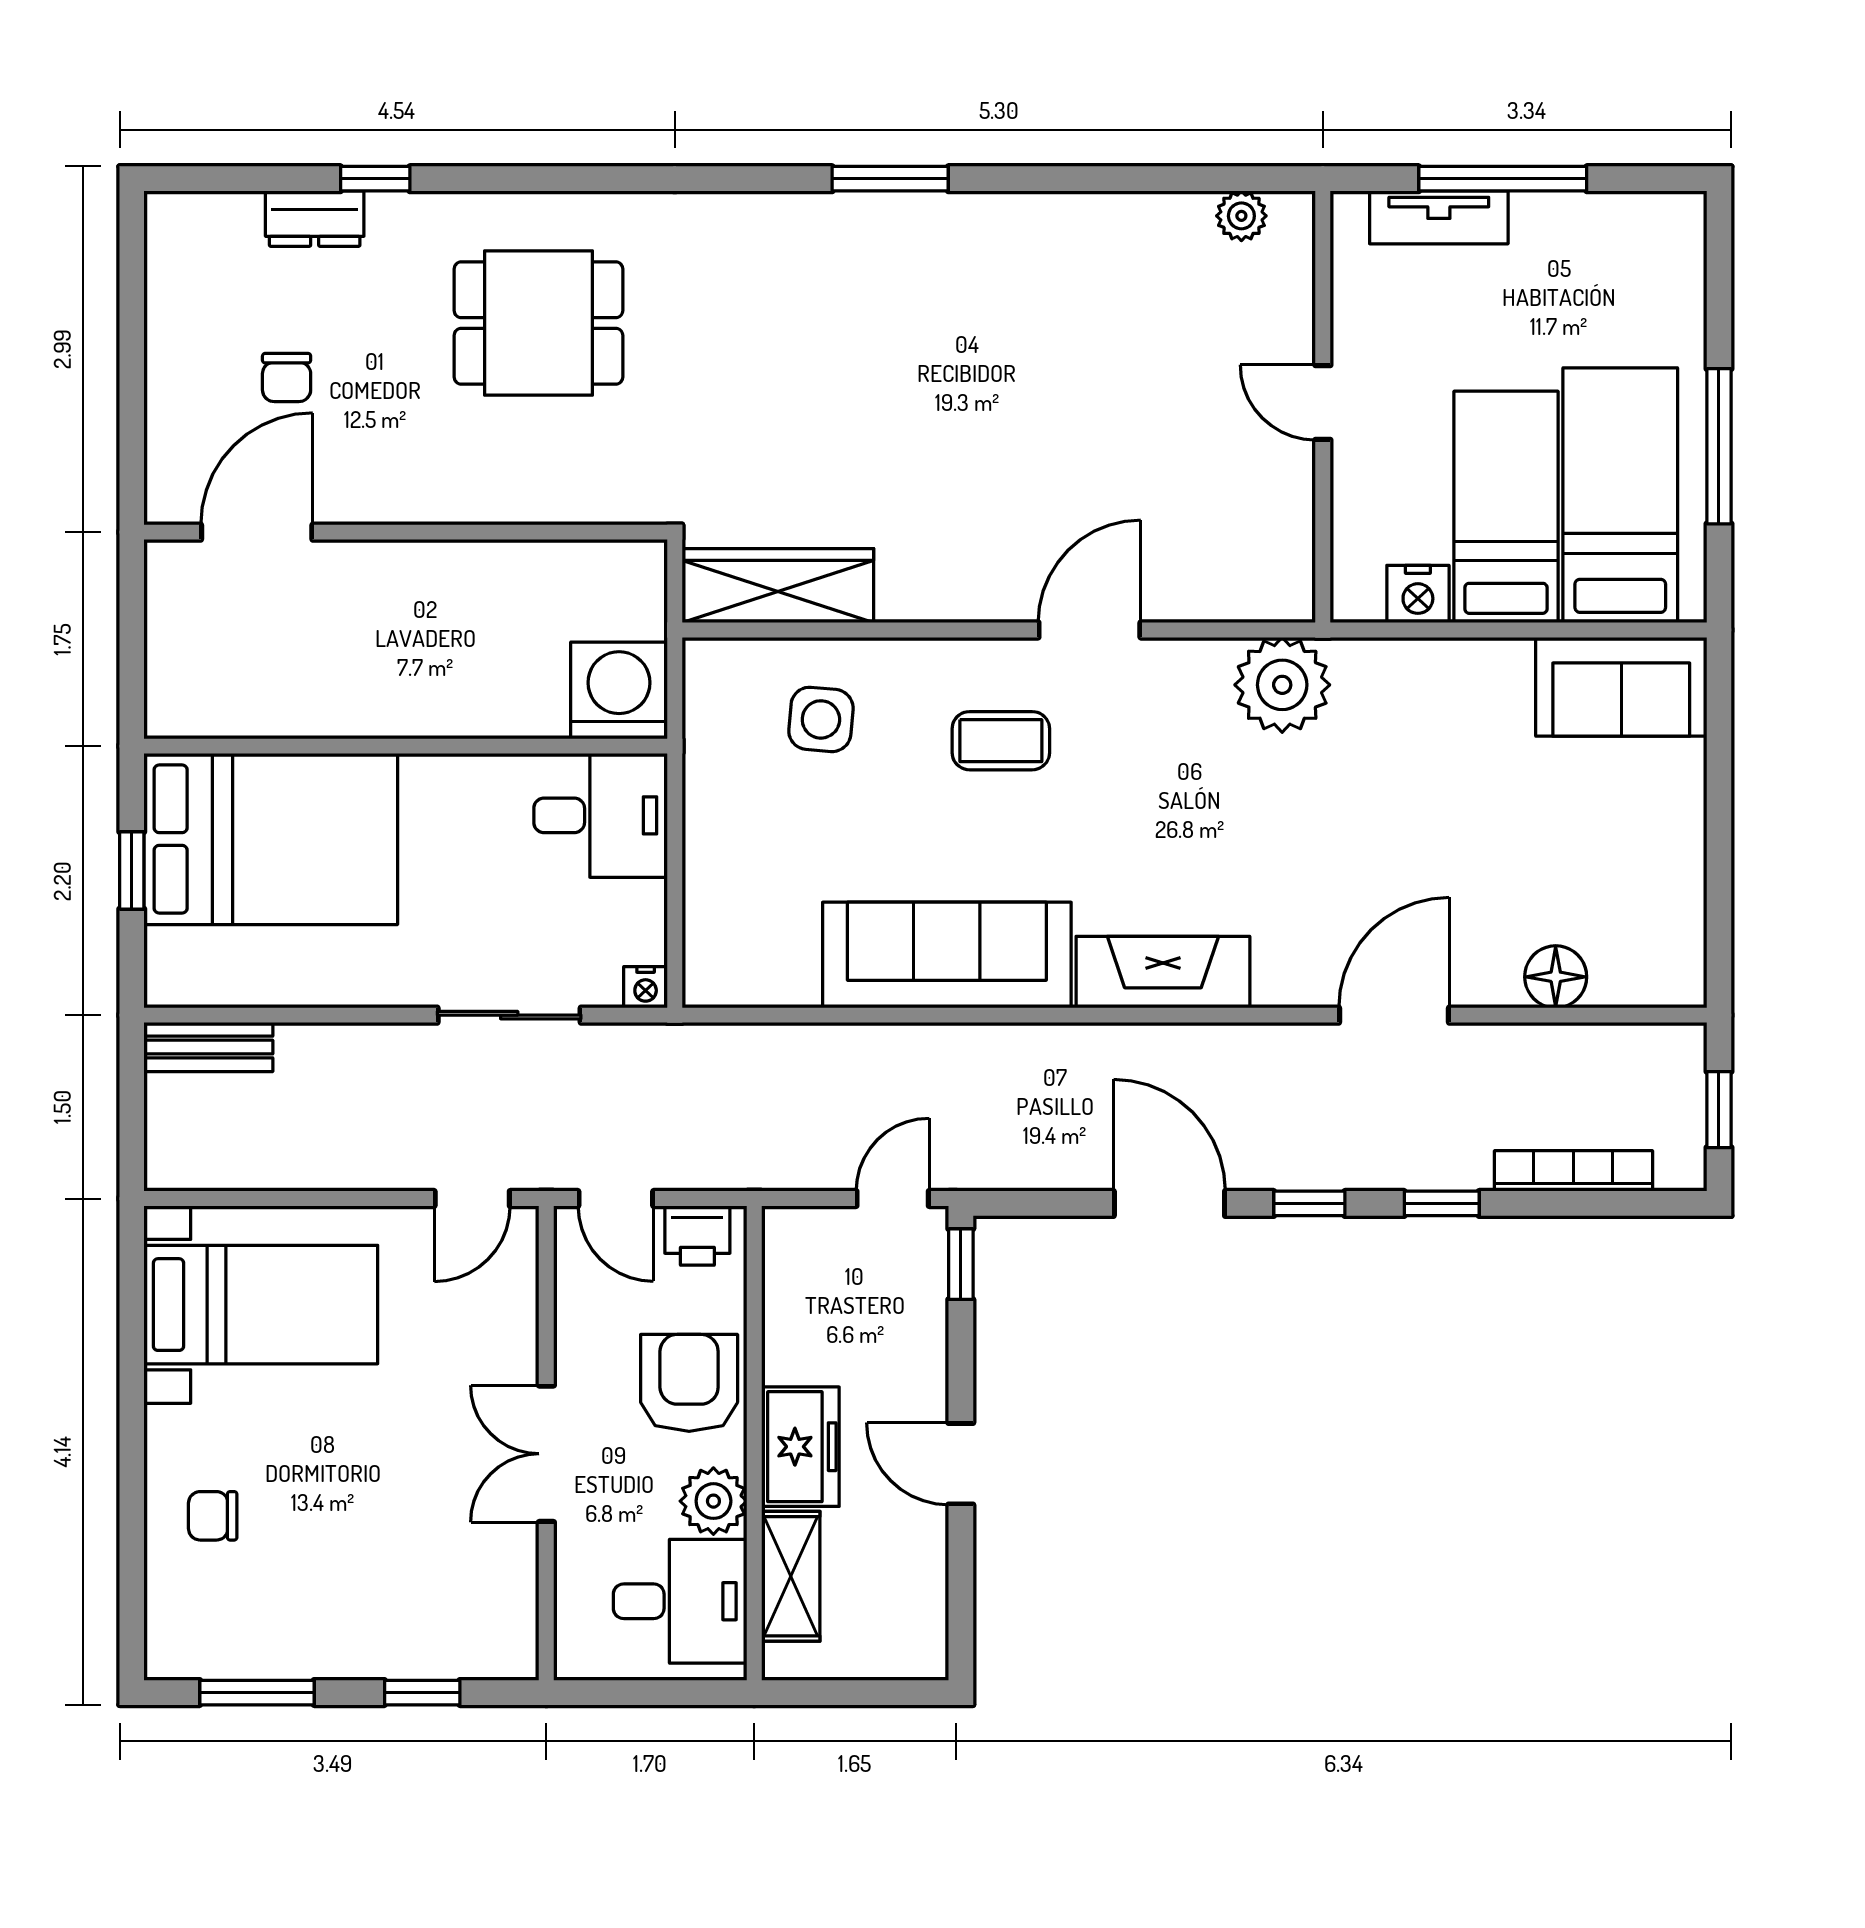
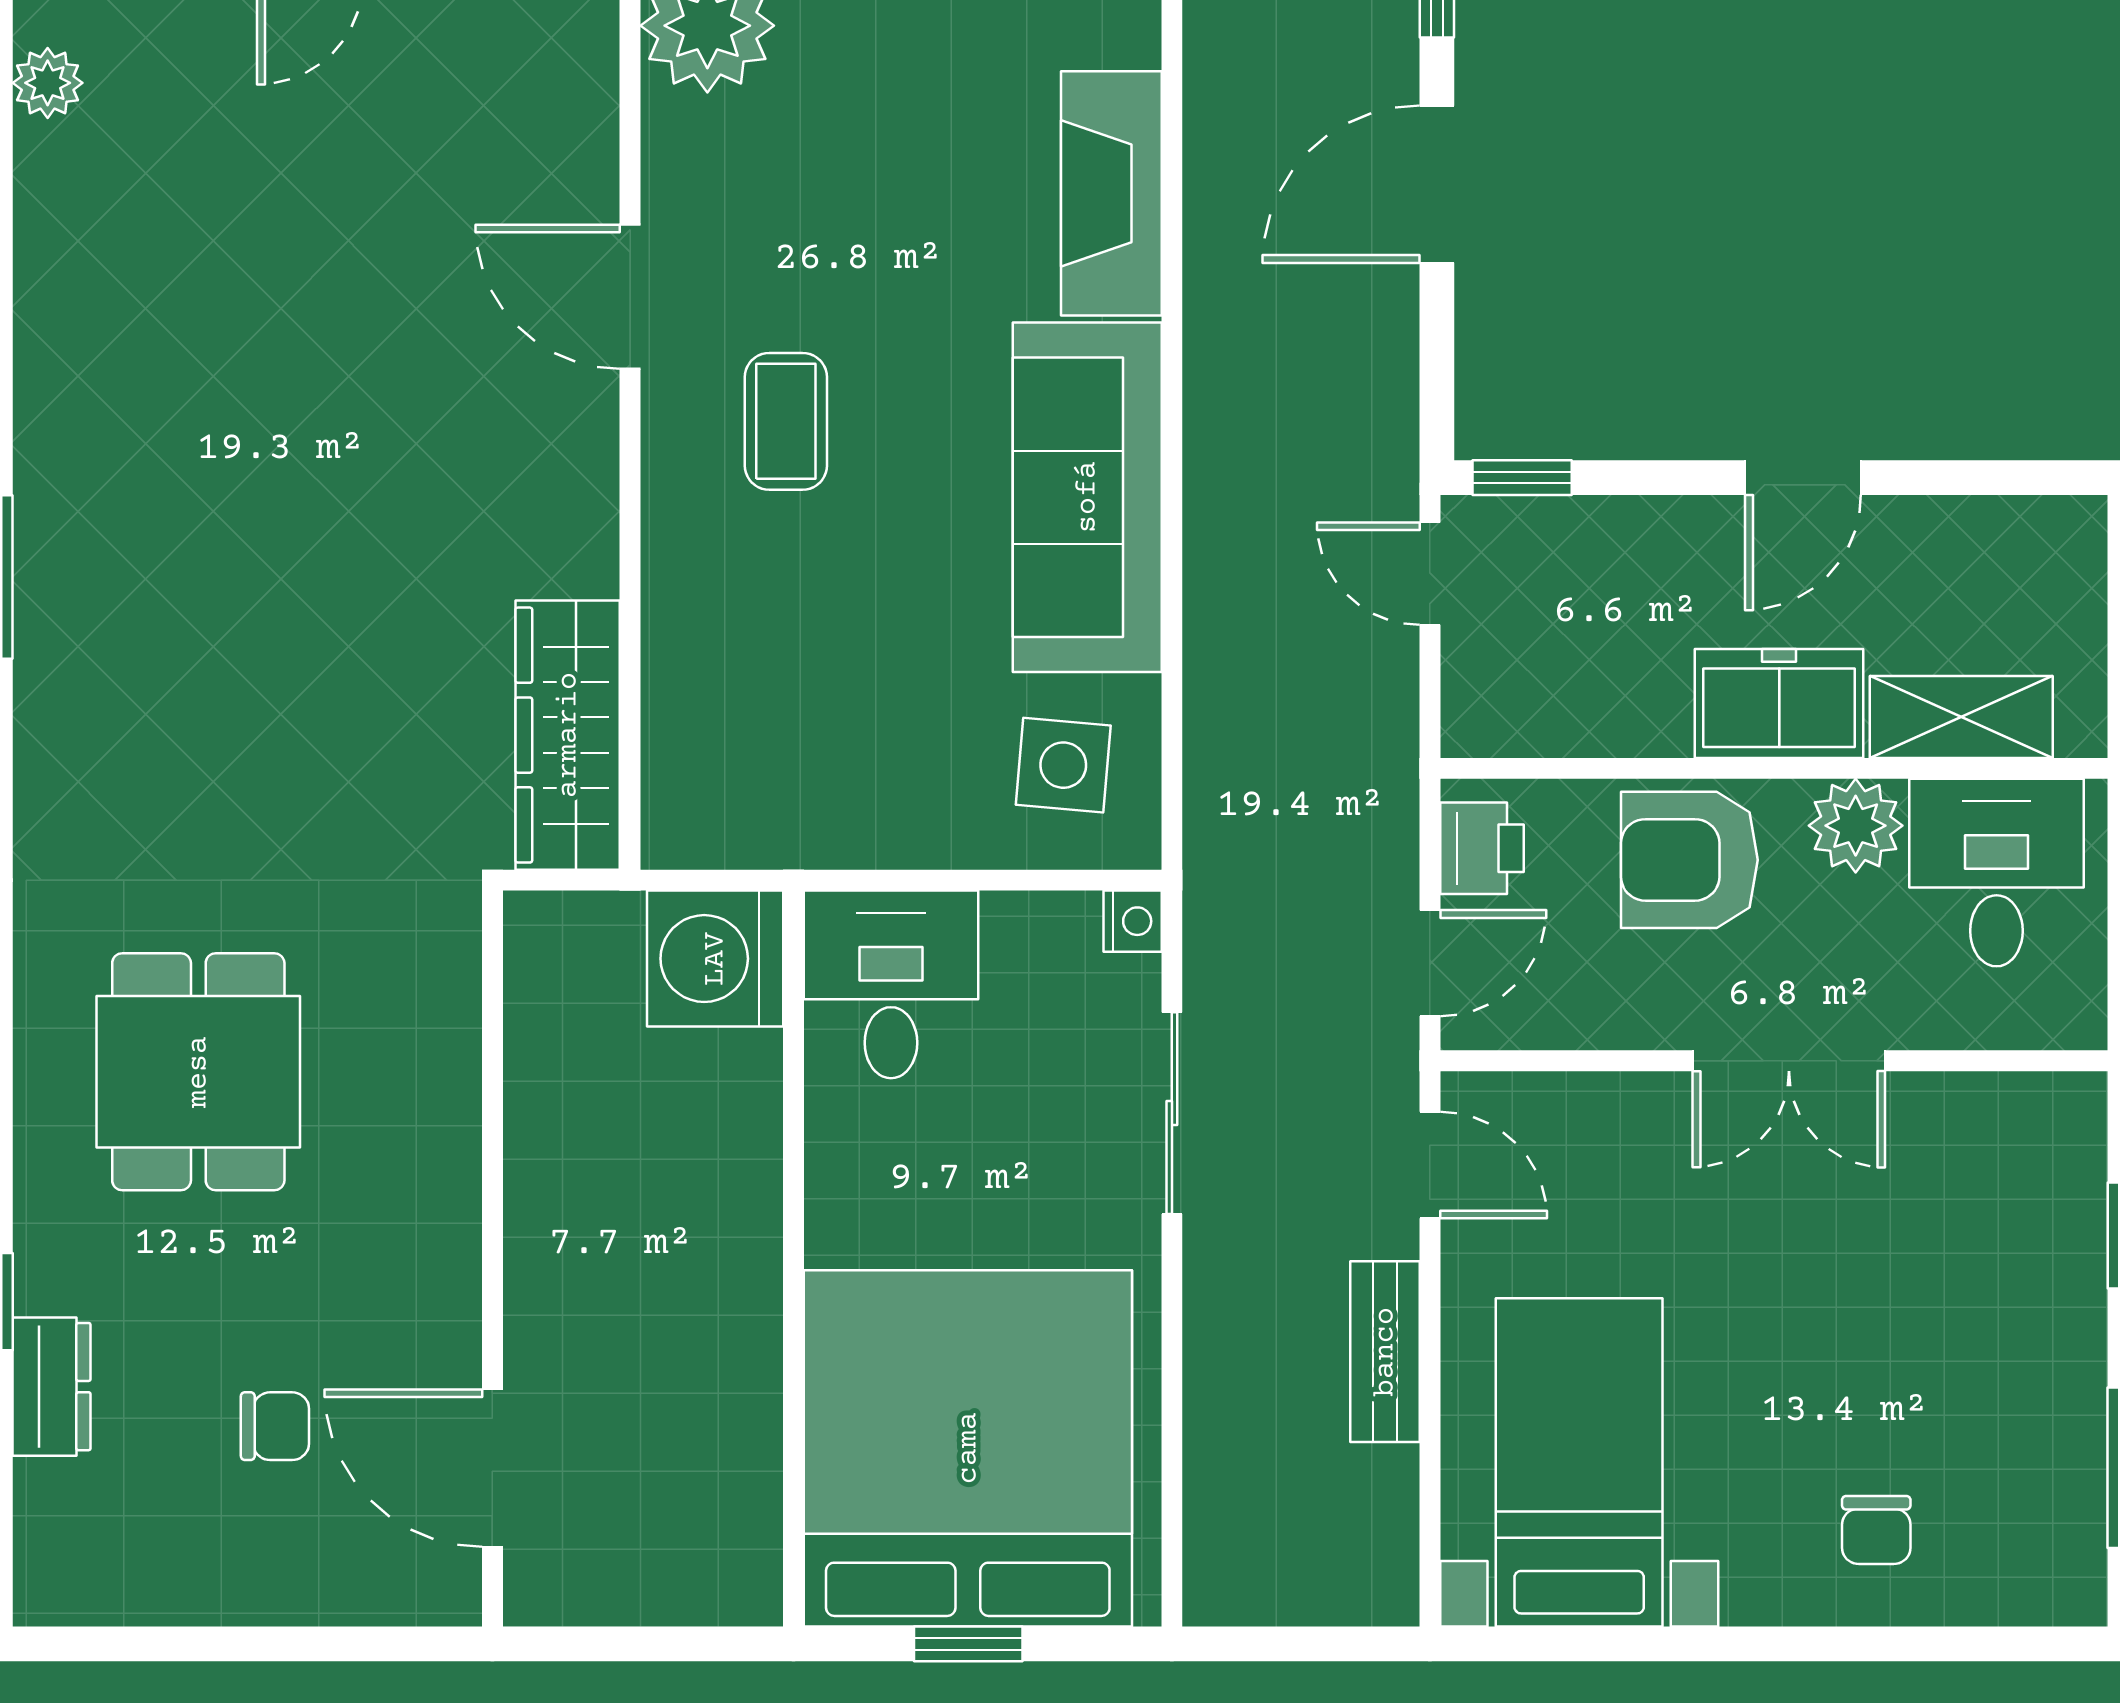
side table: (821, 719) -> (1063, 765), moved
bed: (271, 839) -> (968, 1448), width x1.36
bench: (208, 1047) -> (1385, 1352), moved

